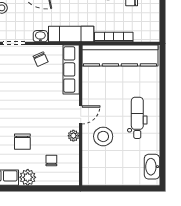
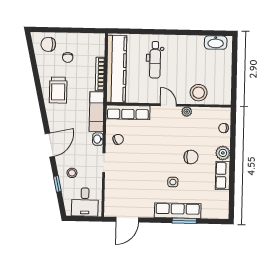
dental chair: (137, 118) -> (155, 60), moved, turned -90
stool: (103, 136) -> (199, 93), moved
chair: (51, 161) -> (224, 128), moved

